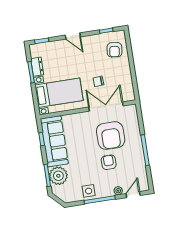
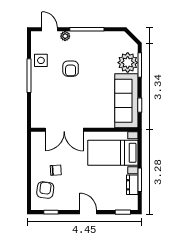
chair: (98, 81) -> (56, 170), moved
armchair: (111, 136) -> (64, 97), removed
side table: (89, 191) -> (41, 60), moved
door: (133, 195) -> (50, 29), swing flipped

